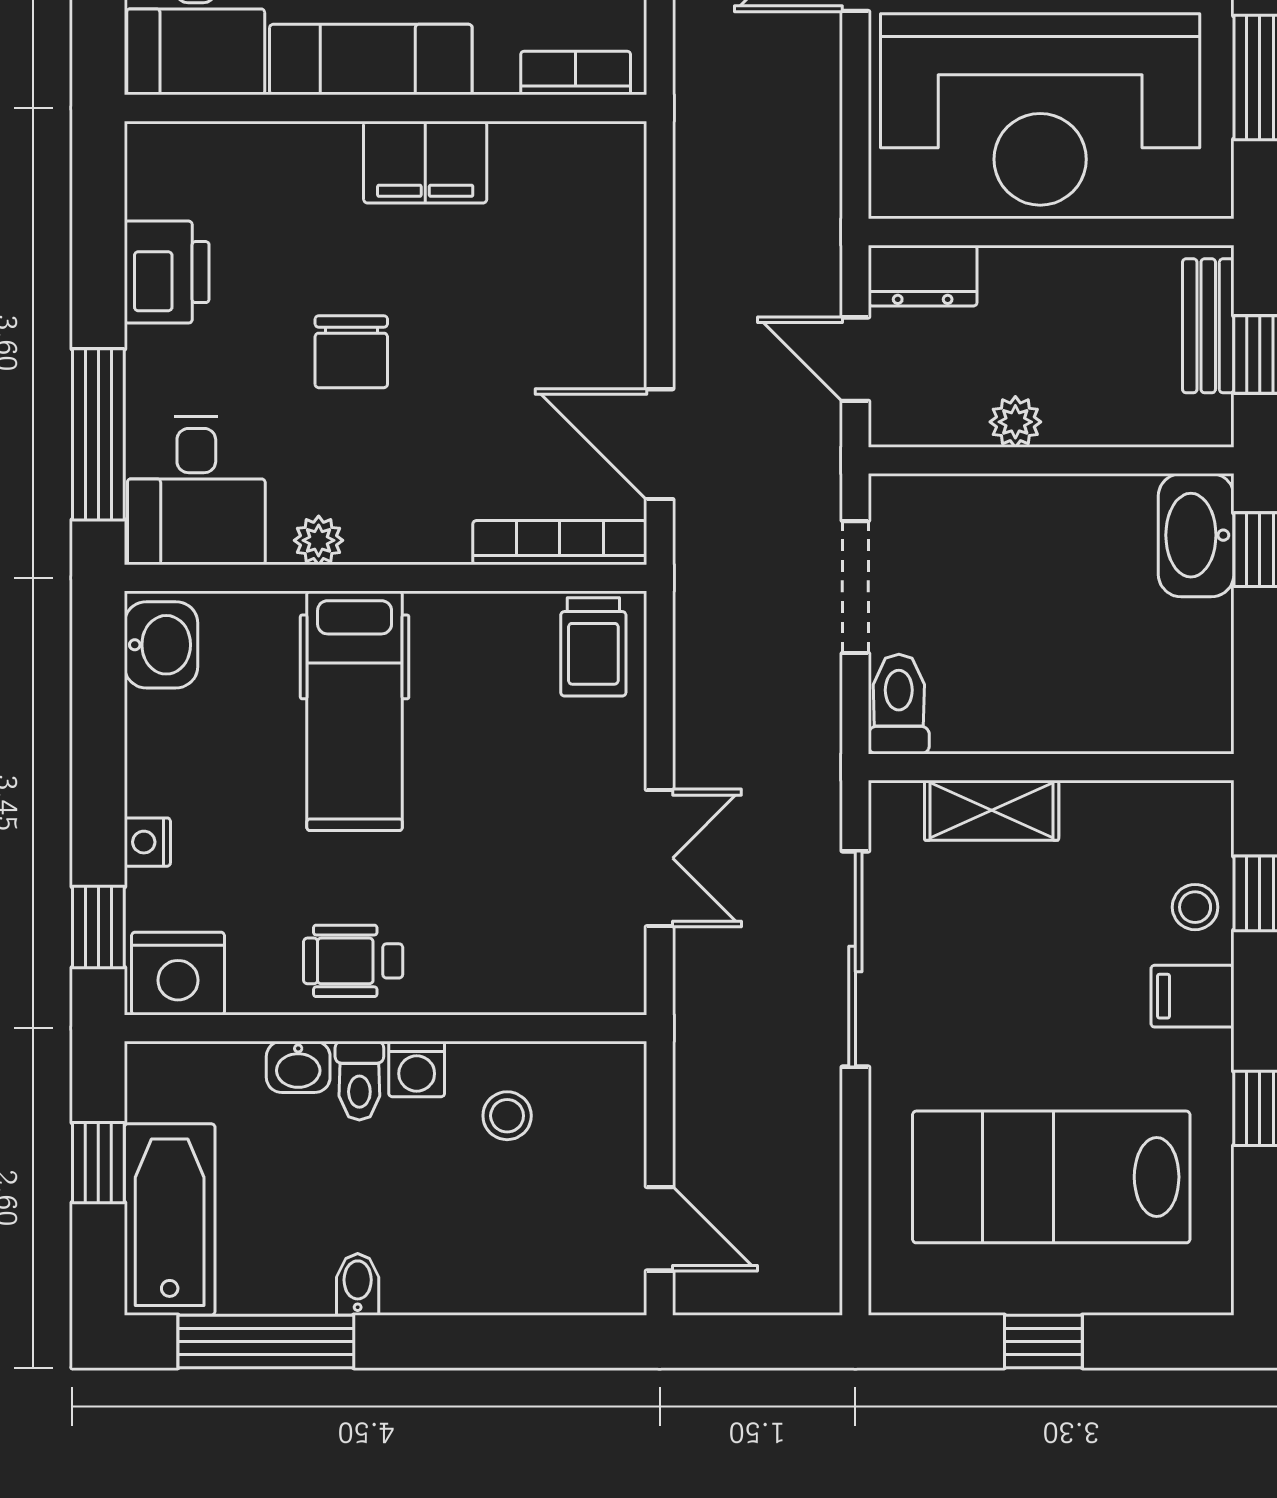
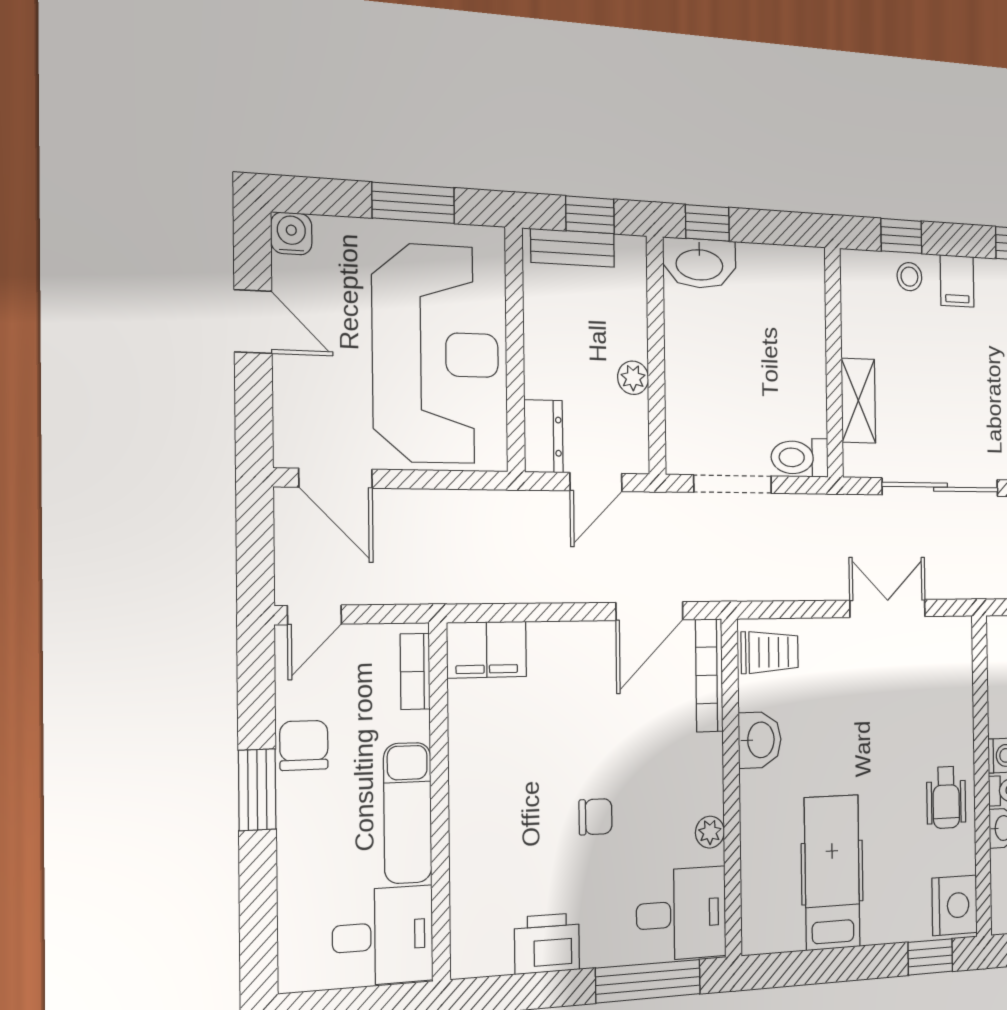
filing cabinet: (425, 162) -> (487, 650), moved, turned 90
chair: (351, 352) -> (595, 817), width x0.73, depth x0.73
washbasin: (161, 645) -> (760, 740), moved, turned 90
hospital bed: (355, 711) -> (832, 872), moved, turned -90
nightstand: (147, 842) -> (883, 930), removed

